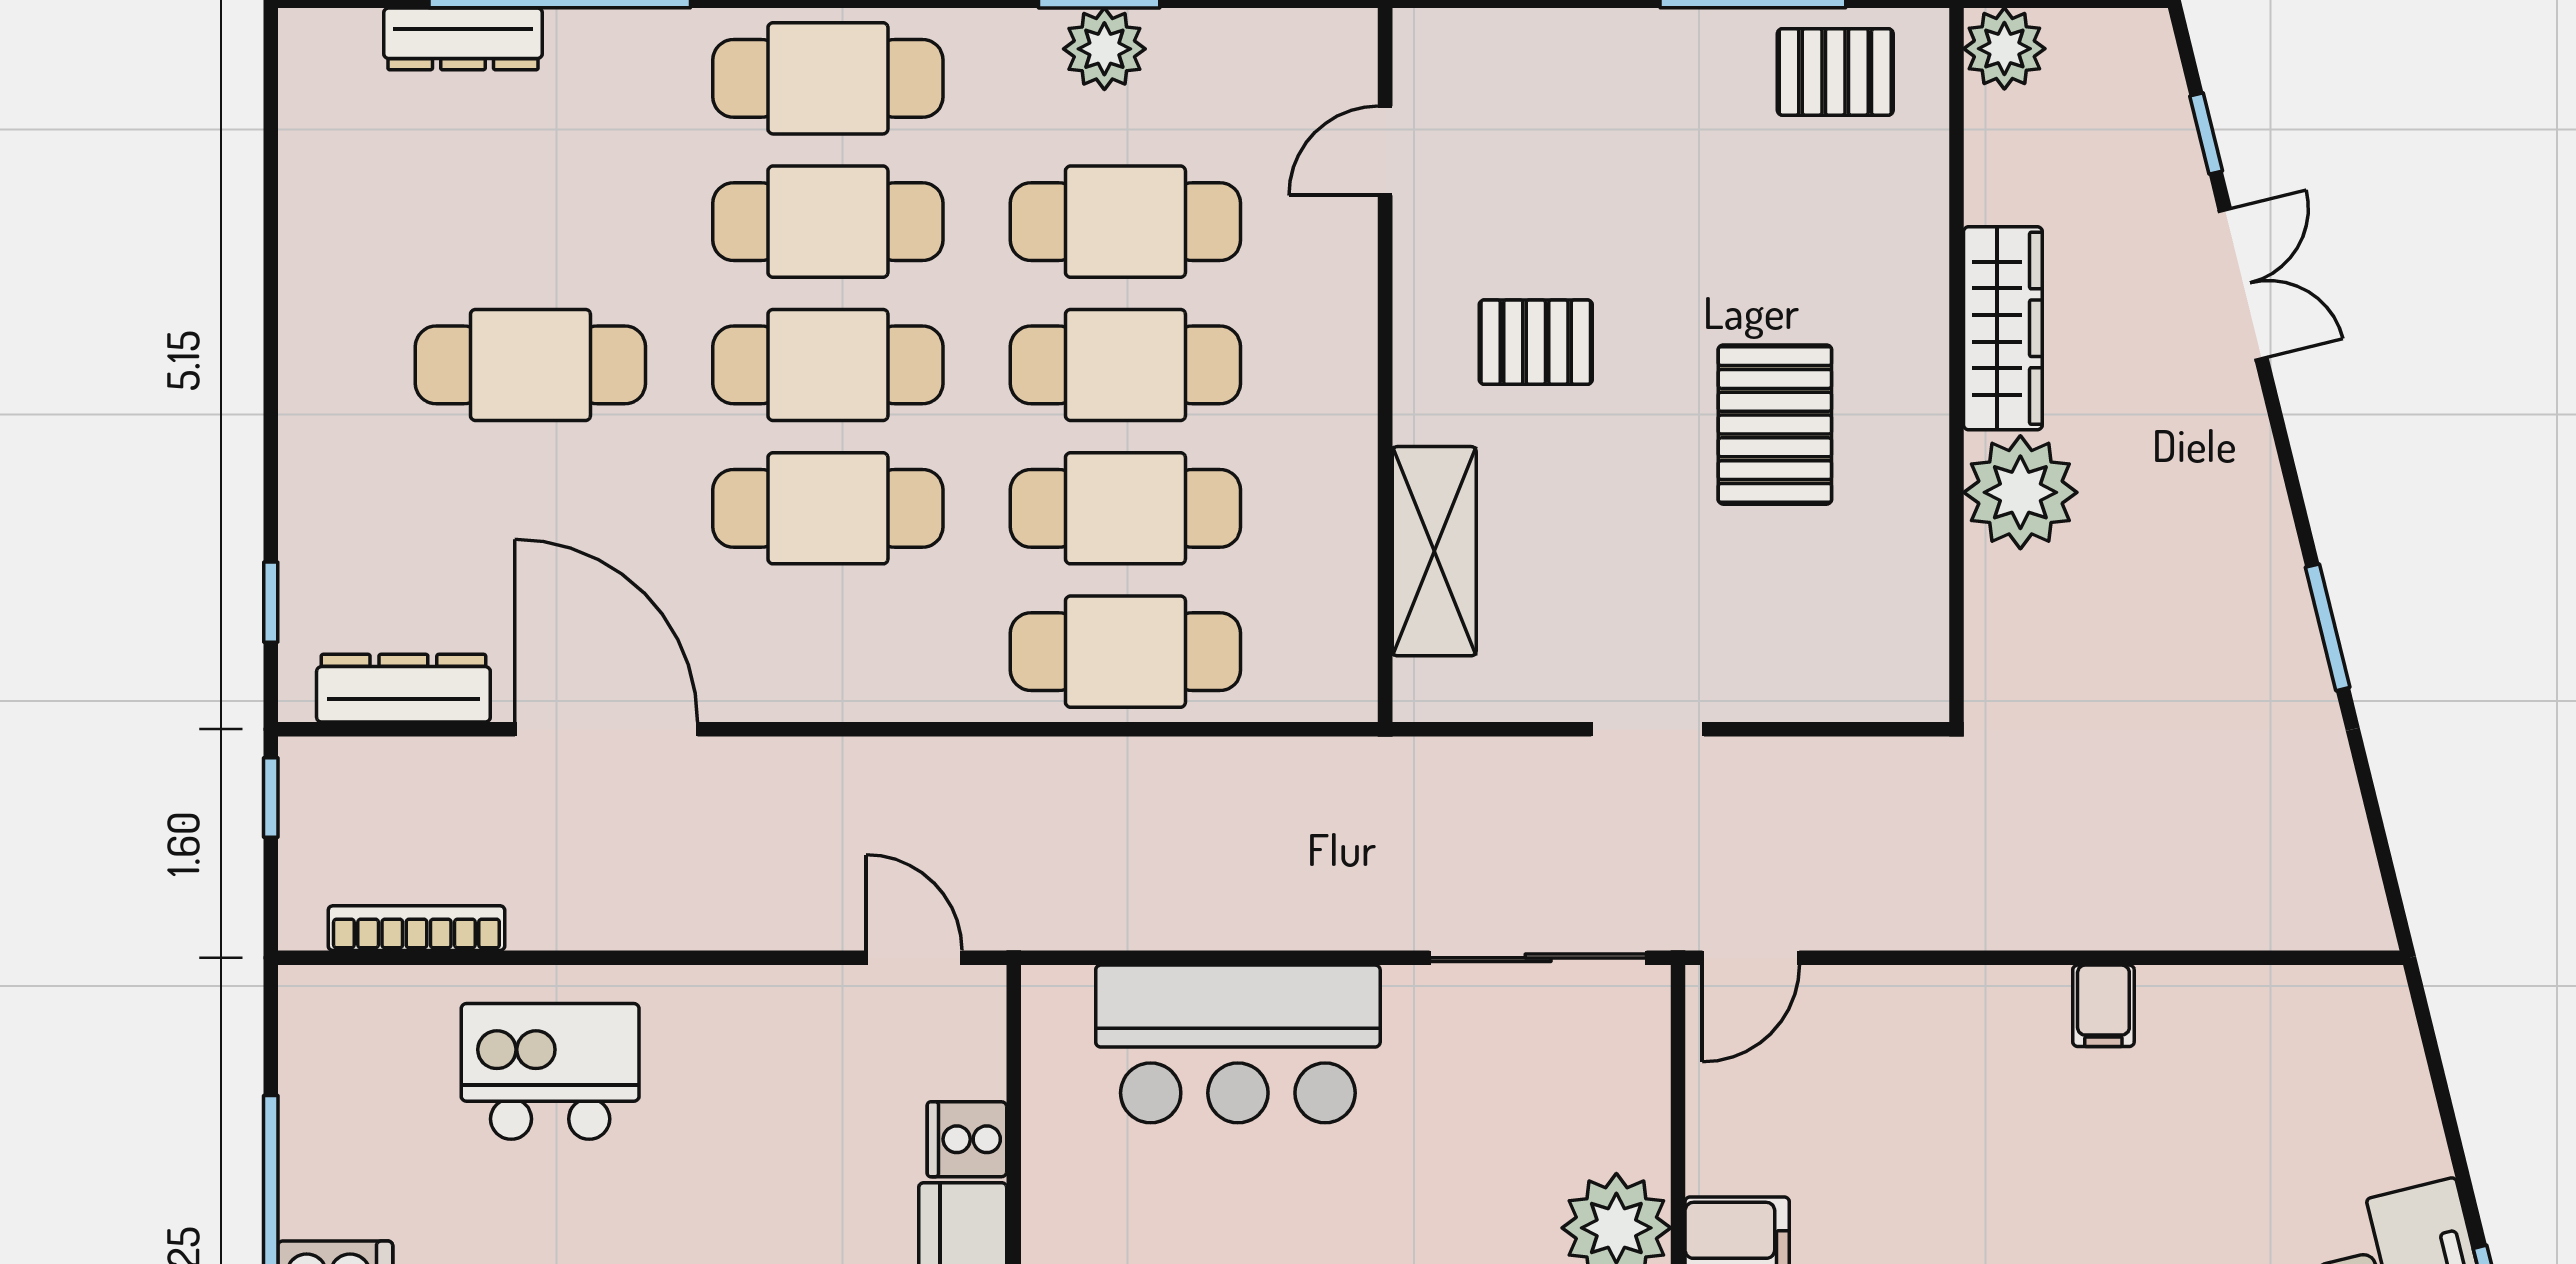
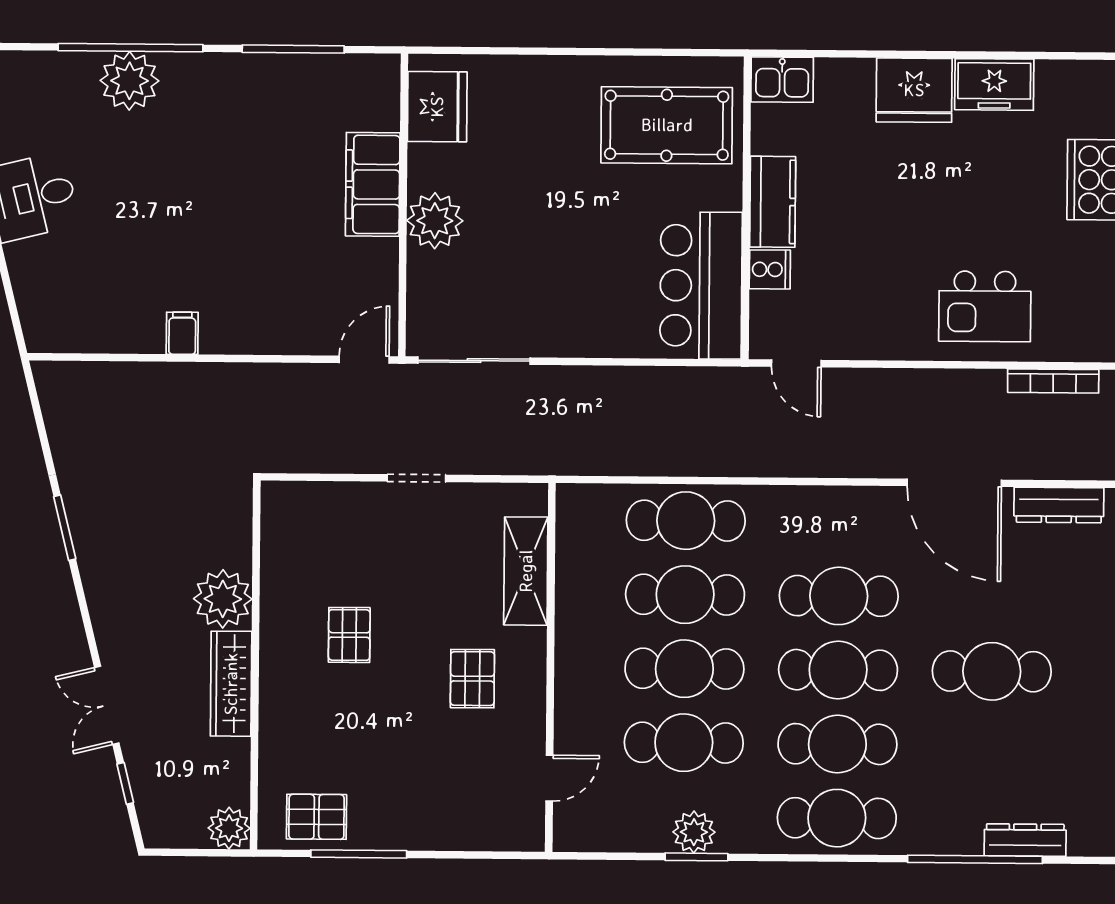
pallet: (1536, 342) -> (472, 679), turned 90
pallet: (1775, 425) -> (349, 635), width x0.67, depth x0.71
bar counter: (1238, 1044) -> (701, 285), moved, turned -90

